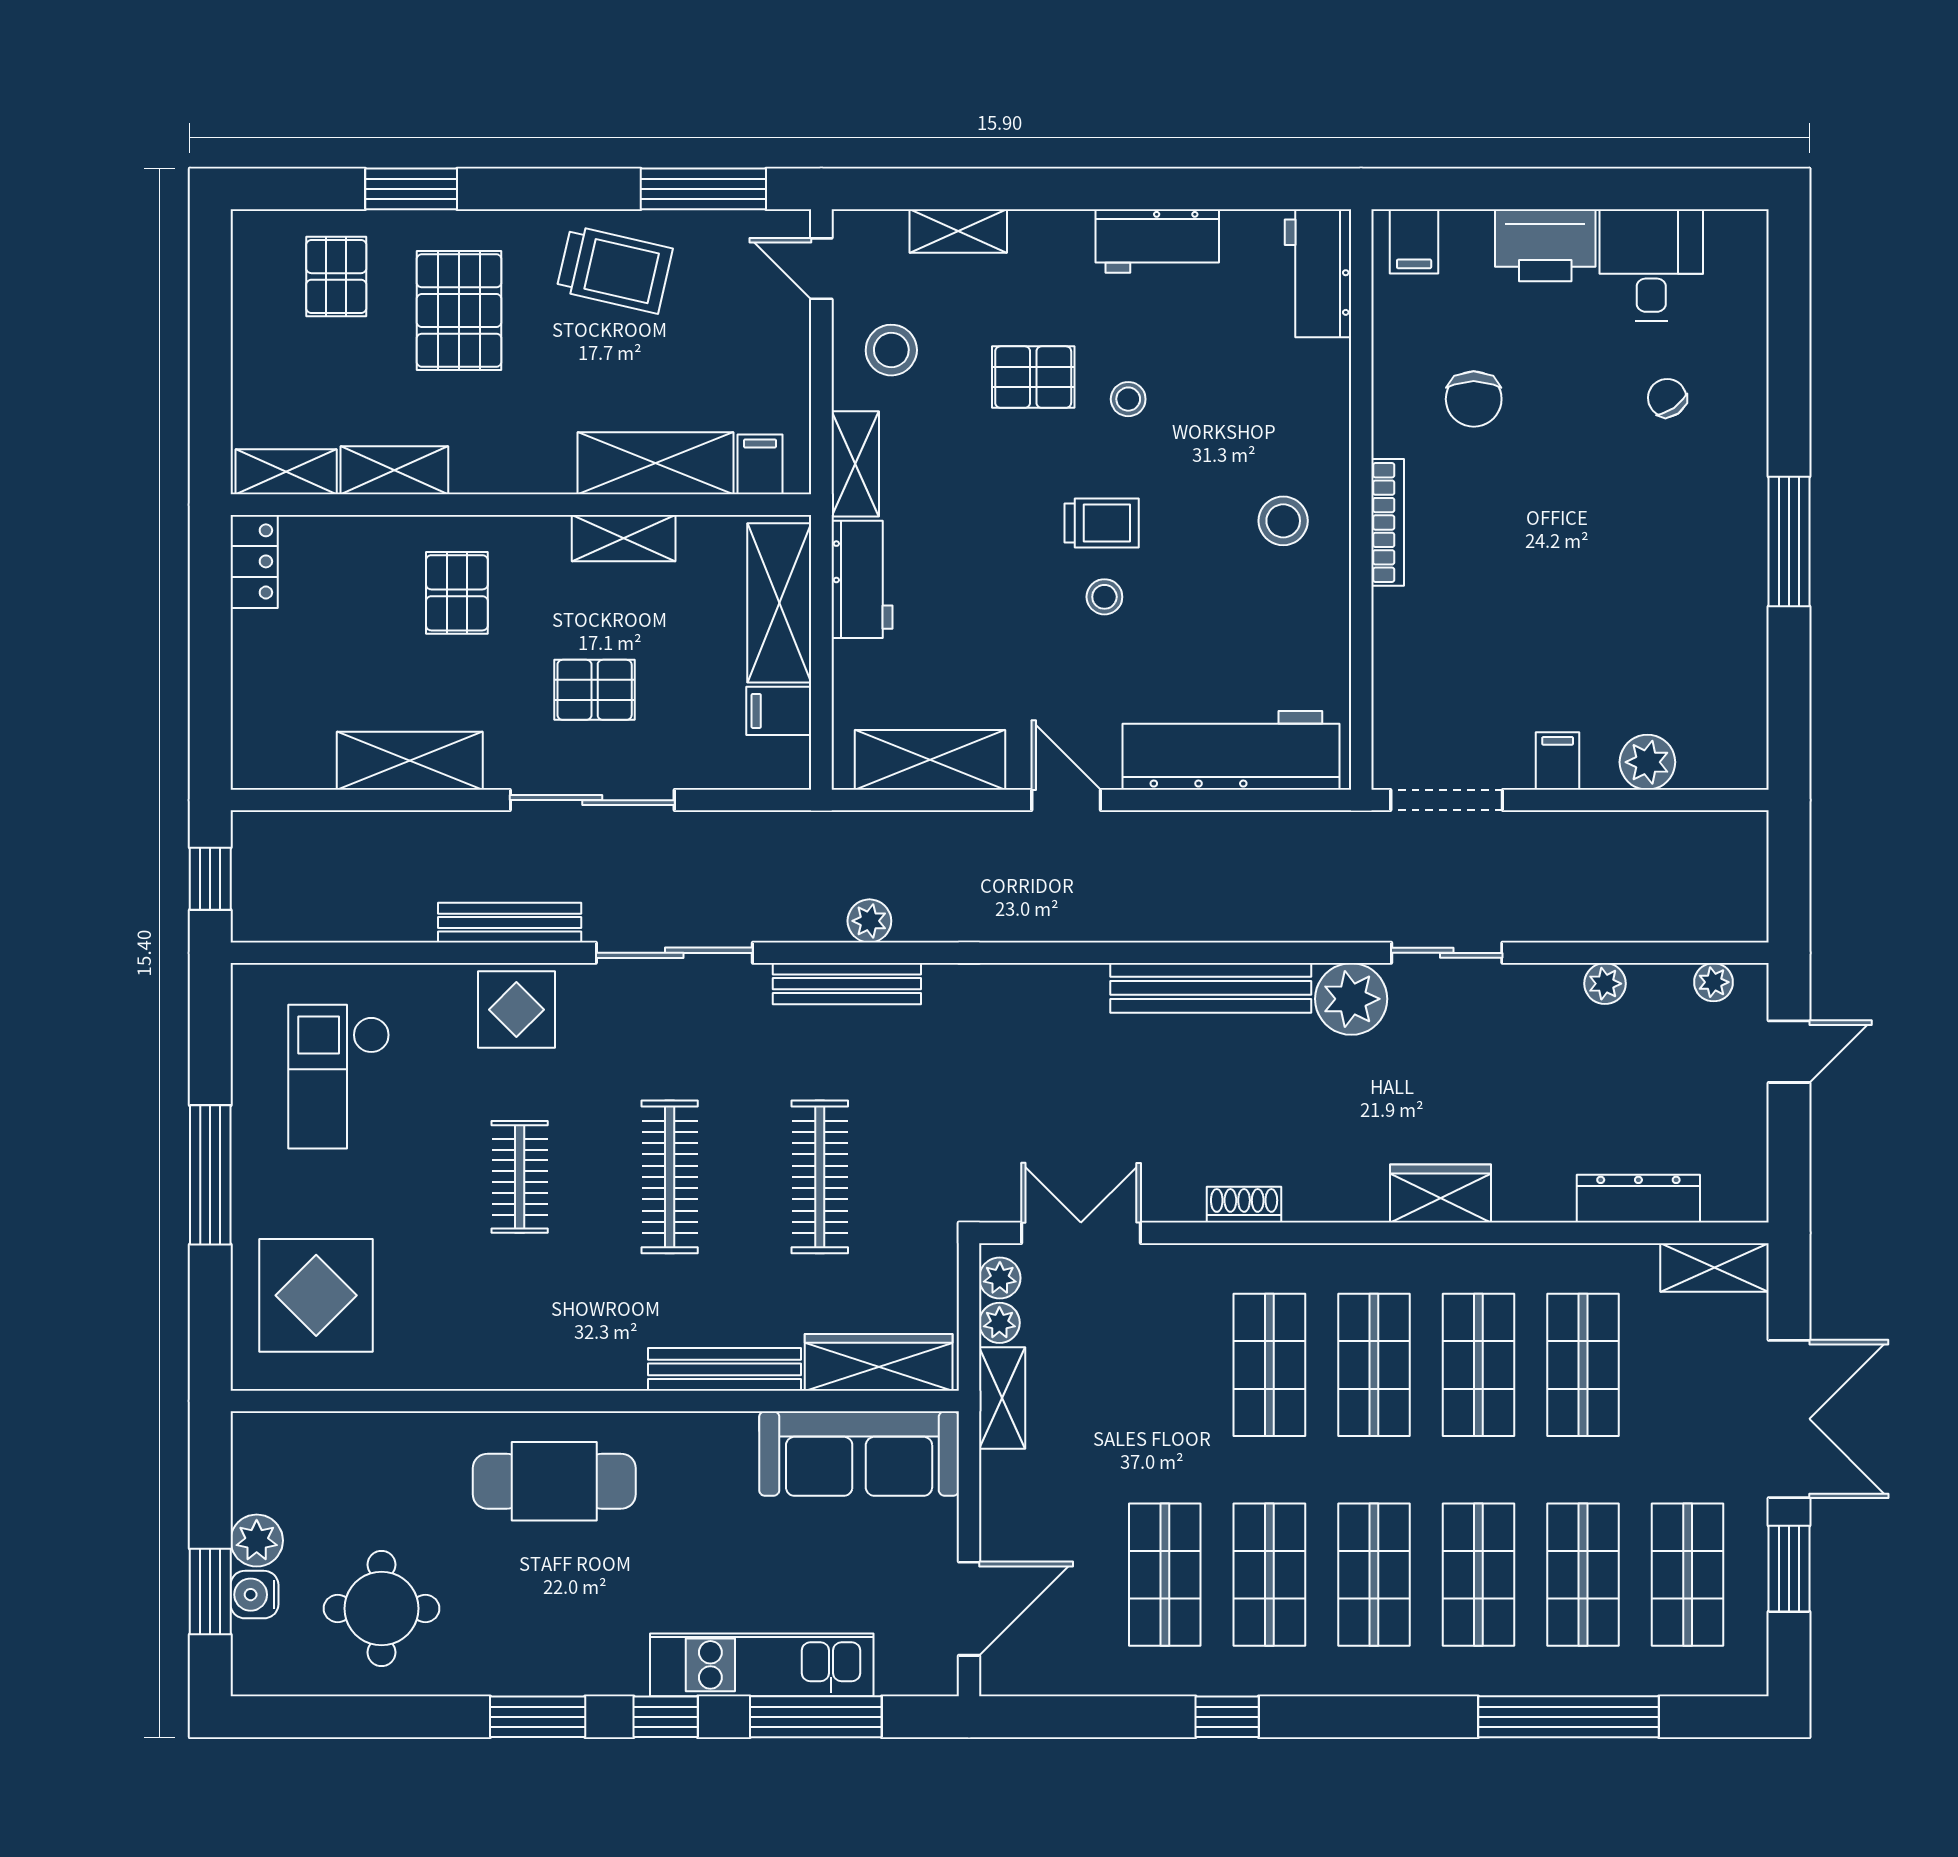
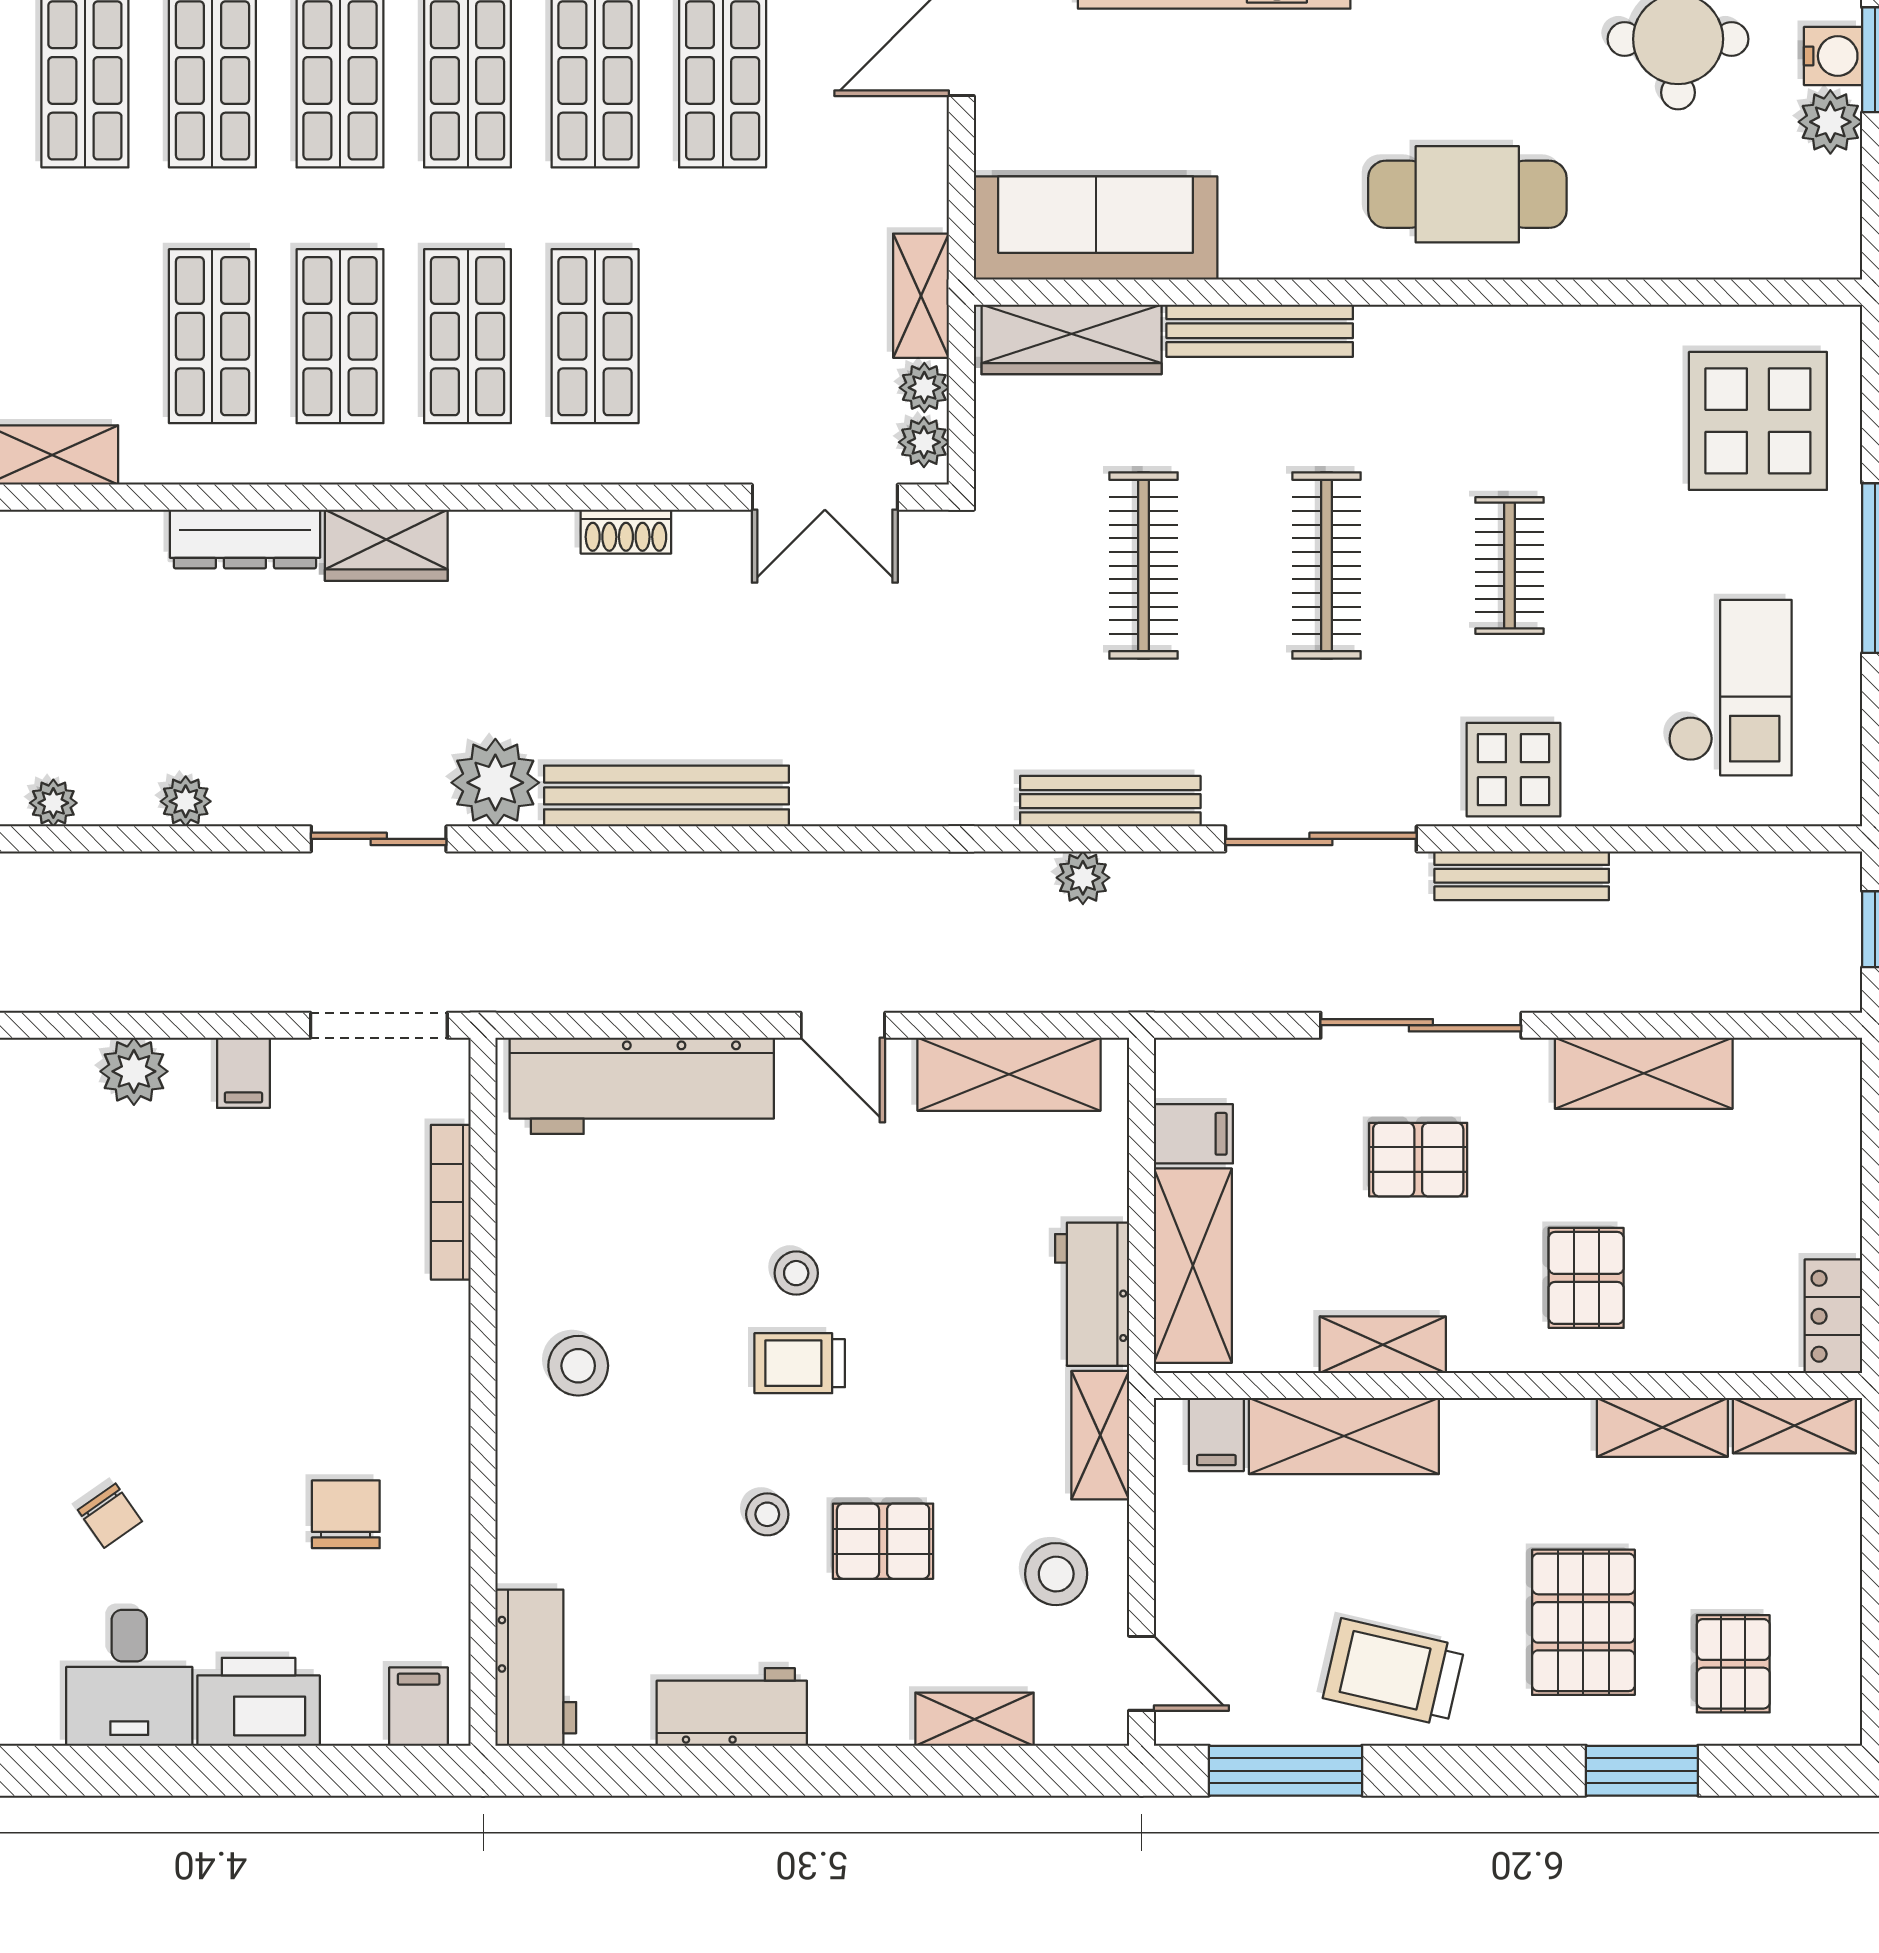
bookcase: (1388, 522) -> (451, 1202), moved
dresser: (1638, 1199) -> (245, 539), moved

